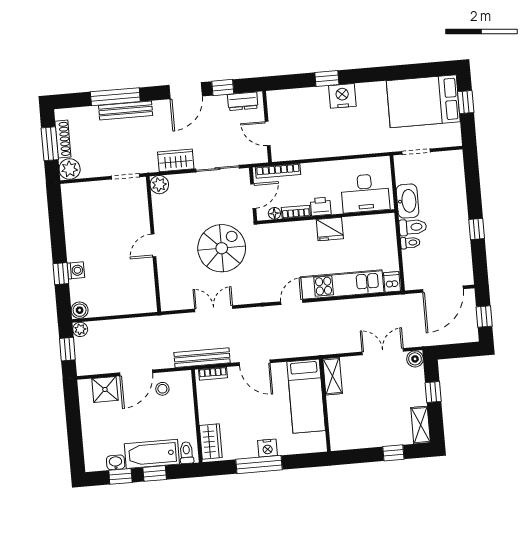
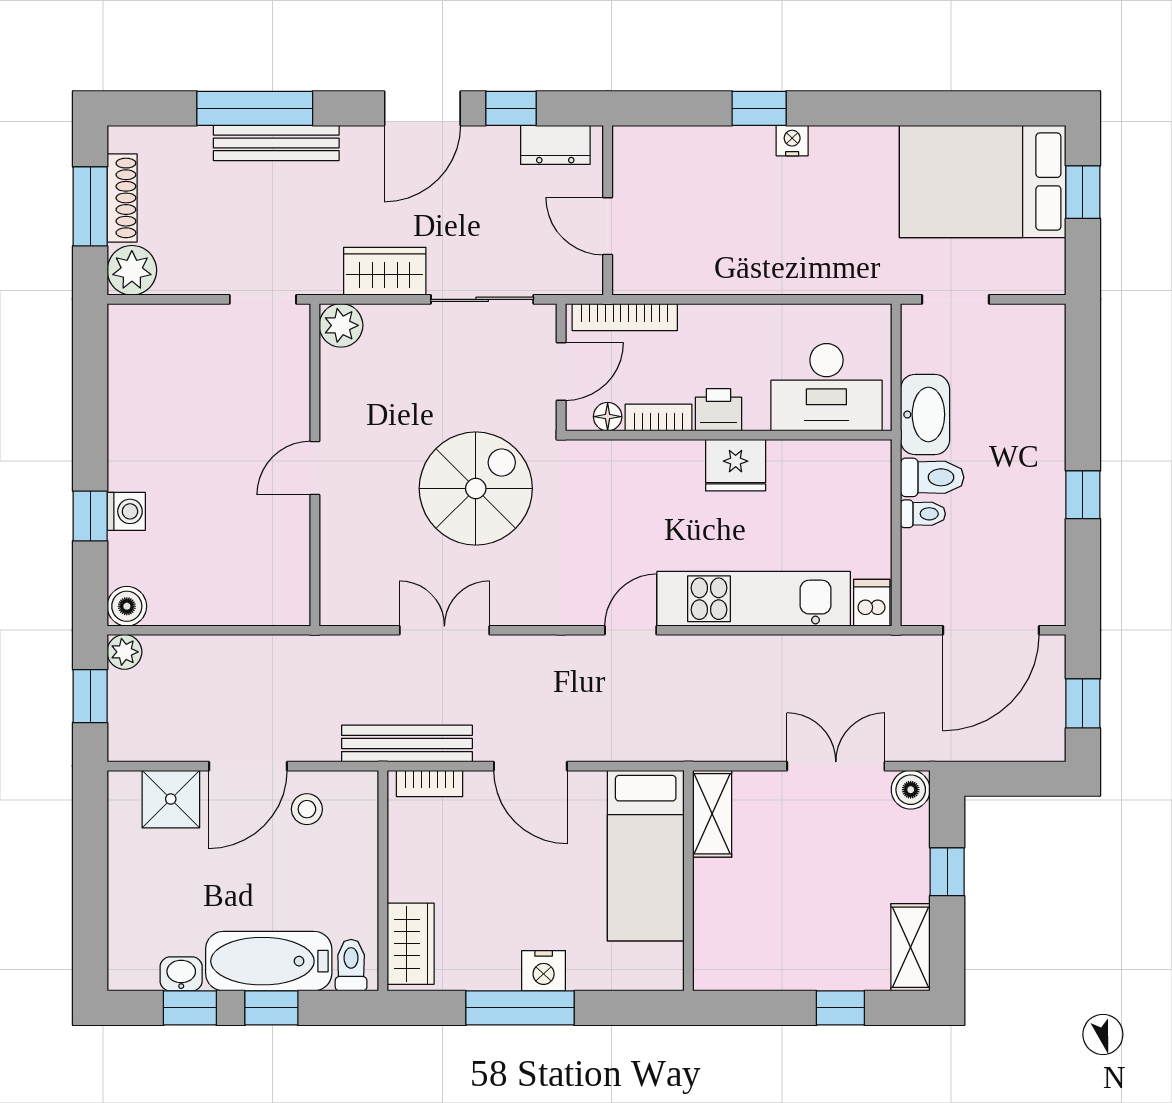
nightstand: (342, 96) -> (792, 141), width x0.53, depth x0.56

